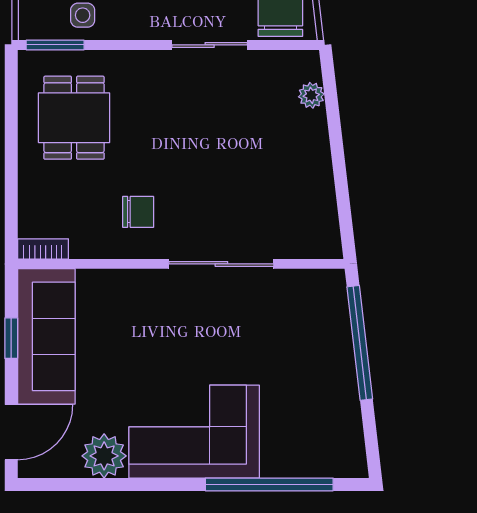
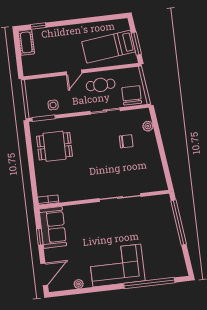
dining table: (74, 118) -> (54, 146), turned 90
chair: (138, 212) -> (126, 141), moved
sofa: (46, 336) -> (53, 227), width x0.73
plant: (104, 456) -> (79, 284), width x0.53, depth x0.53

